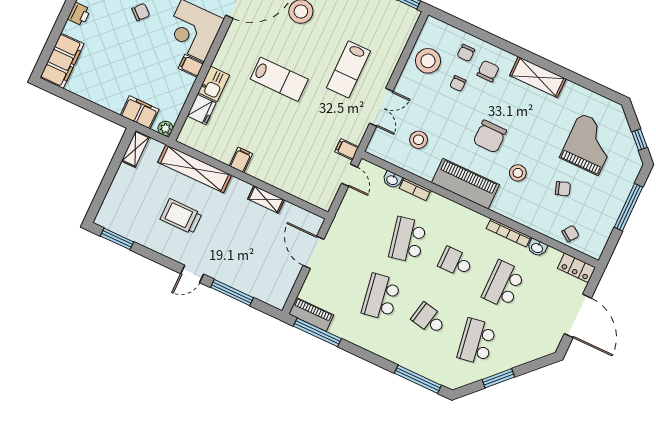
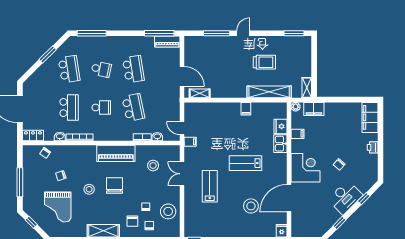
filing cabinet: (191, 66) -> (298, 134), moved
stool: (518, 173) -> (89, 189), moved
shelving: (266, 199) -> (200, 93), moved

